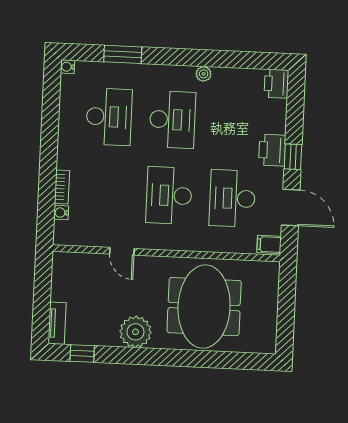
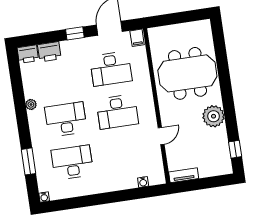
printer: (272, 150) -> (49, 52), moved
bookcase: (62, 187) -> (126, 185), removed
tv unit: (57, 323) -> (184, 175), moved

